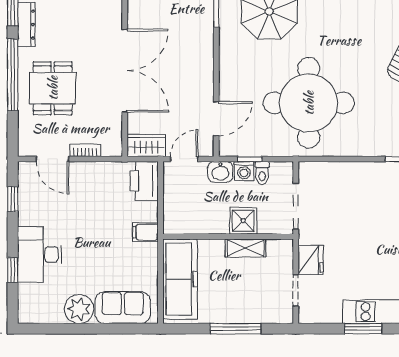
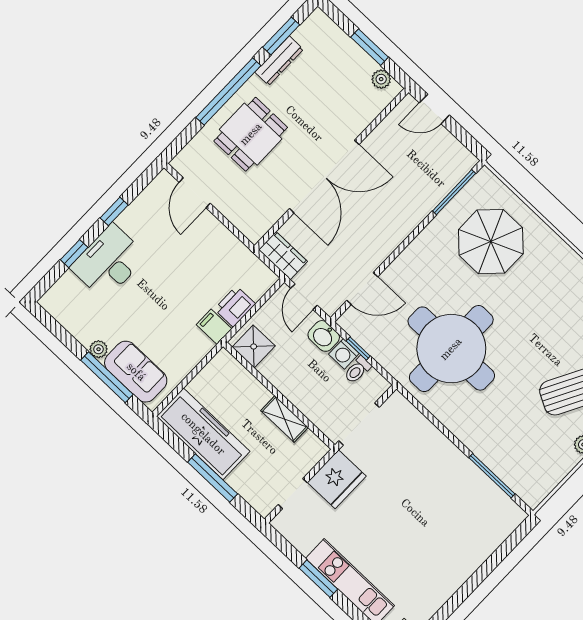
bookcase: (85, 150) -> (229, 212), removed
door: (184, 159) -> (304, 297), swing flipped
printer: (144, 181) -> (235, 306), moved, width x0.73, depth x0.84
window: (13, 199) -> (114, 211), moved
shower: (243, 221) -> (254, 347), moved
fridge: (311, 260) -> (337, 479), width x1.36, depth x1.34
freezer: (180, 279) -> (203, 434), moved, turned -90
plant: (79, 309) -> (99, 349), width x0.53, depth x0.53
window: (108, 329) -> (107, 377), added

